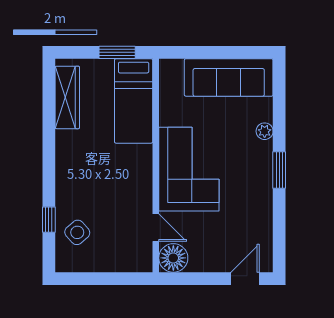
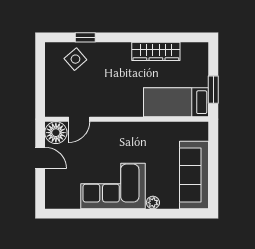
wardrobe: (67, 97) -> (156, 51), moved
corner sofa: (189, 169) -> (113, 186), moved, turned 180
window: (279, 170) -> (123, 214), removed
door: (245, 279) -> (40, 158), moved

